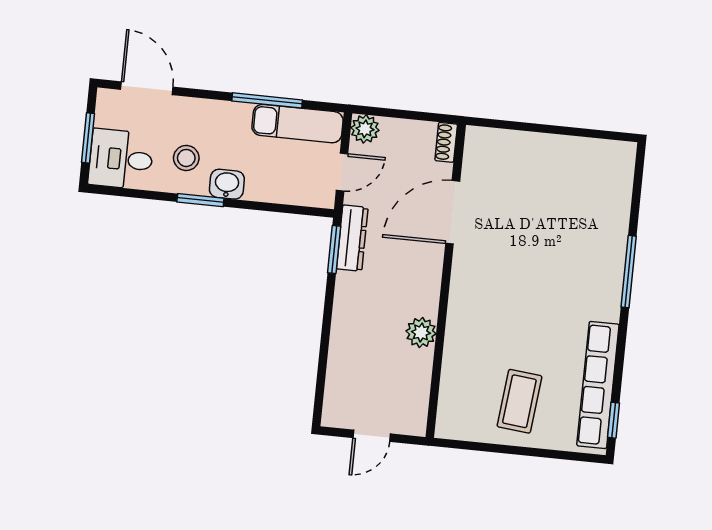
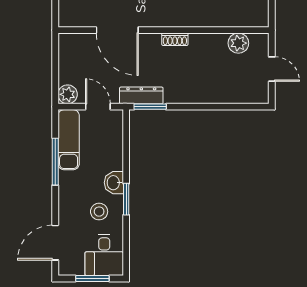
shoe rack: (446, 142) -> (175, 39), moved
plant: (421, 332) -> (238, 43), moved

